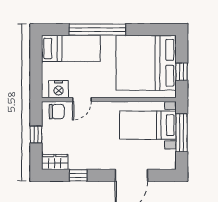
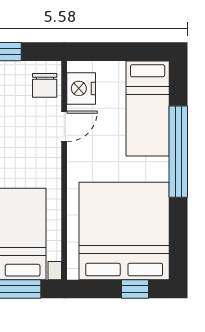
window: (182, 72) -> (135, 289), moved
door: (82, 100) -> (64, 126), swing flipped

